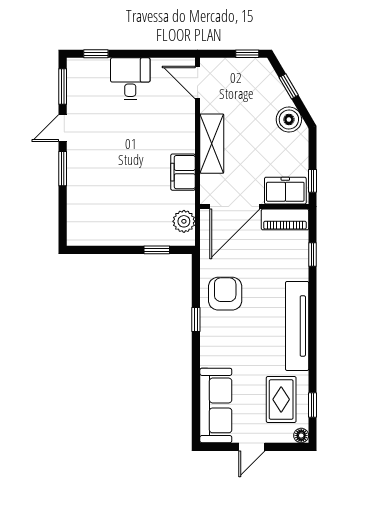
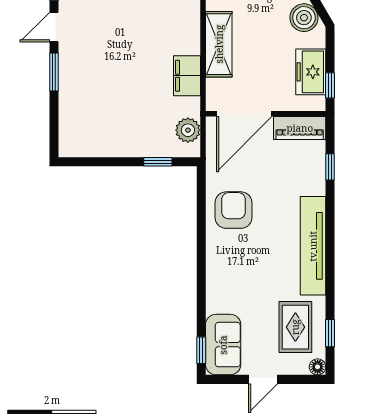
freezer: (285, 191) -> (311, 72), moved, turned -90
window: (196, 320) -> (201, 350), moved
sofa: (216, 405) -> (223, 345), width x0.73

